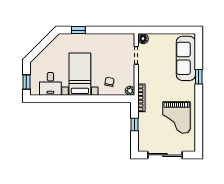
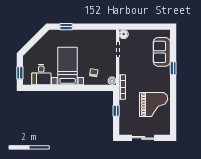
sofa: (186, 58) -> (162, 52), width x0.73
grand piano: (177, 118) -> (154, 105), turned -90
sliding door: (165, 155) -> (143, 138), width x0.73

